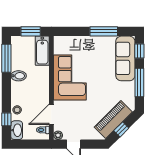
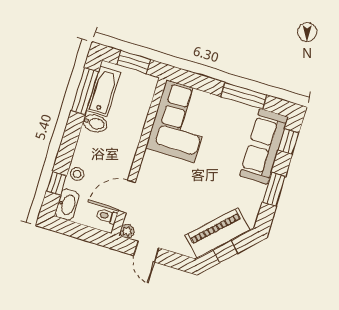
bathtub: (42, 51) -> (103, 92), moved, turned 180
corner sofa: (70, 78) -> (180, 121), moved
window: (139, 83) -> (274, 189), width x0.69

